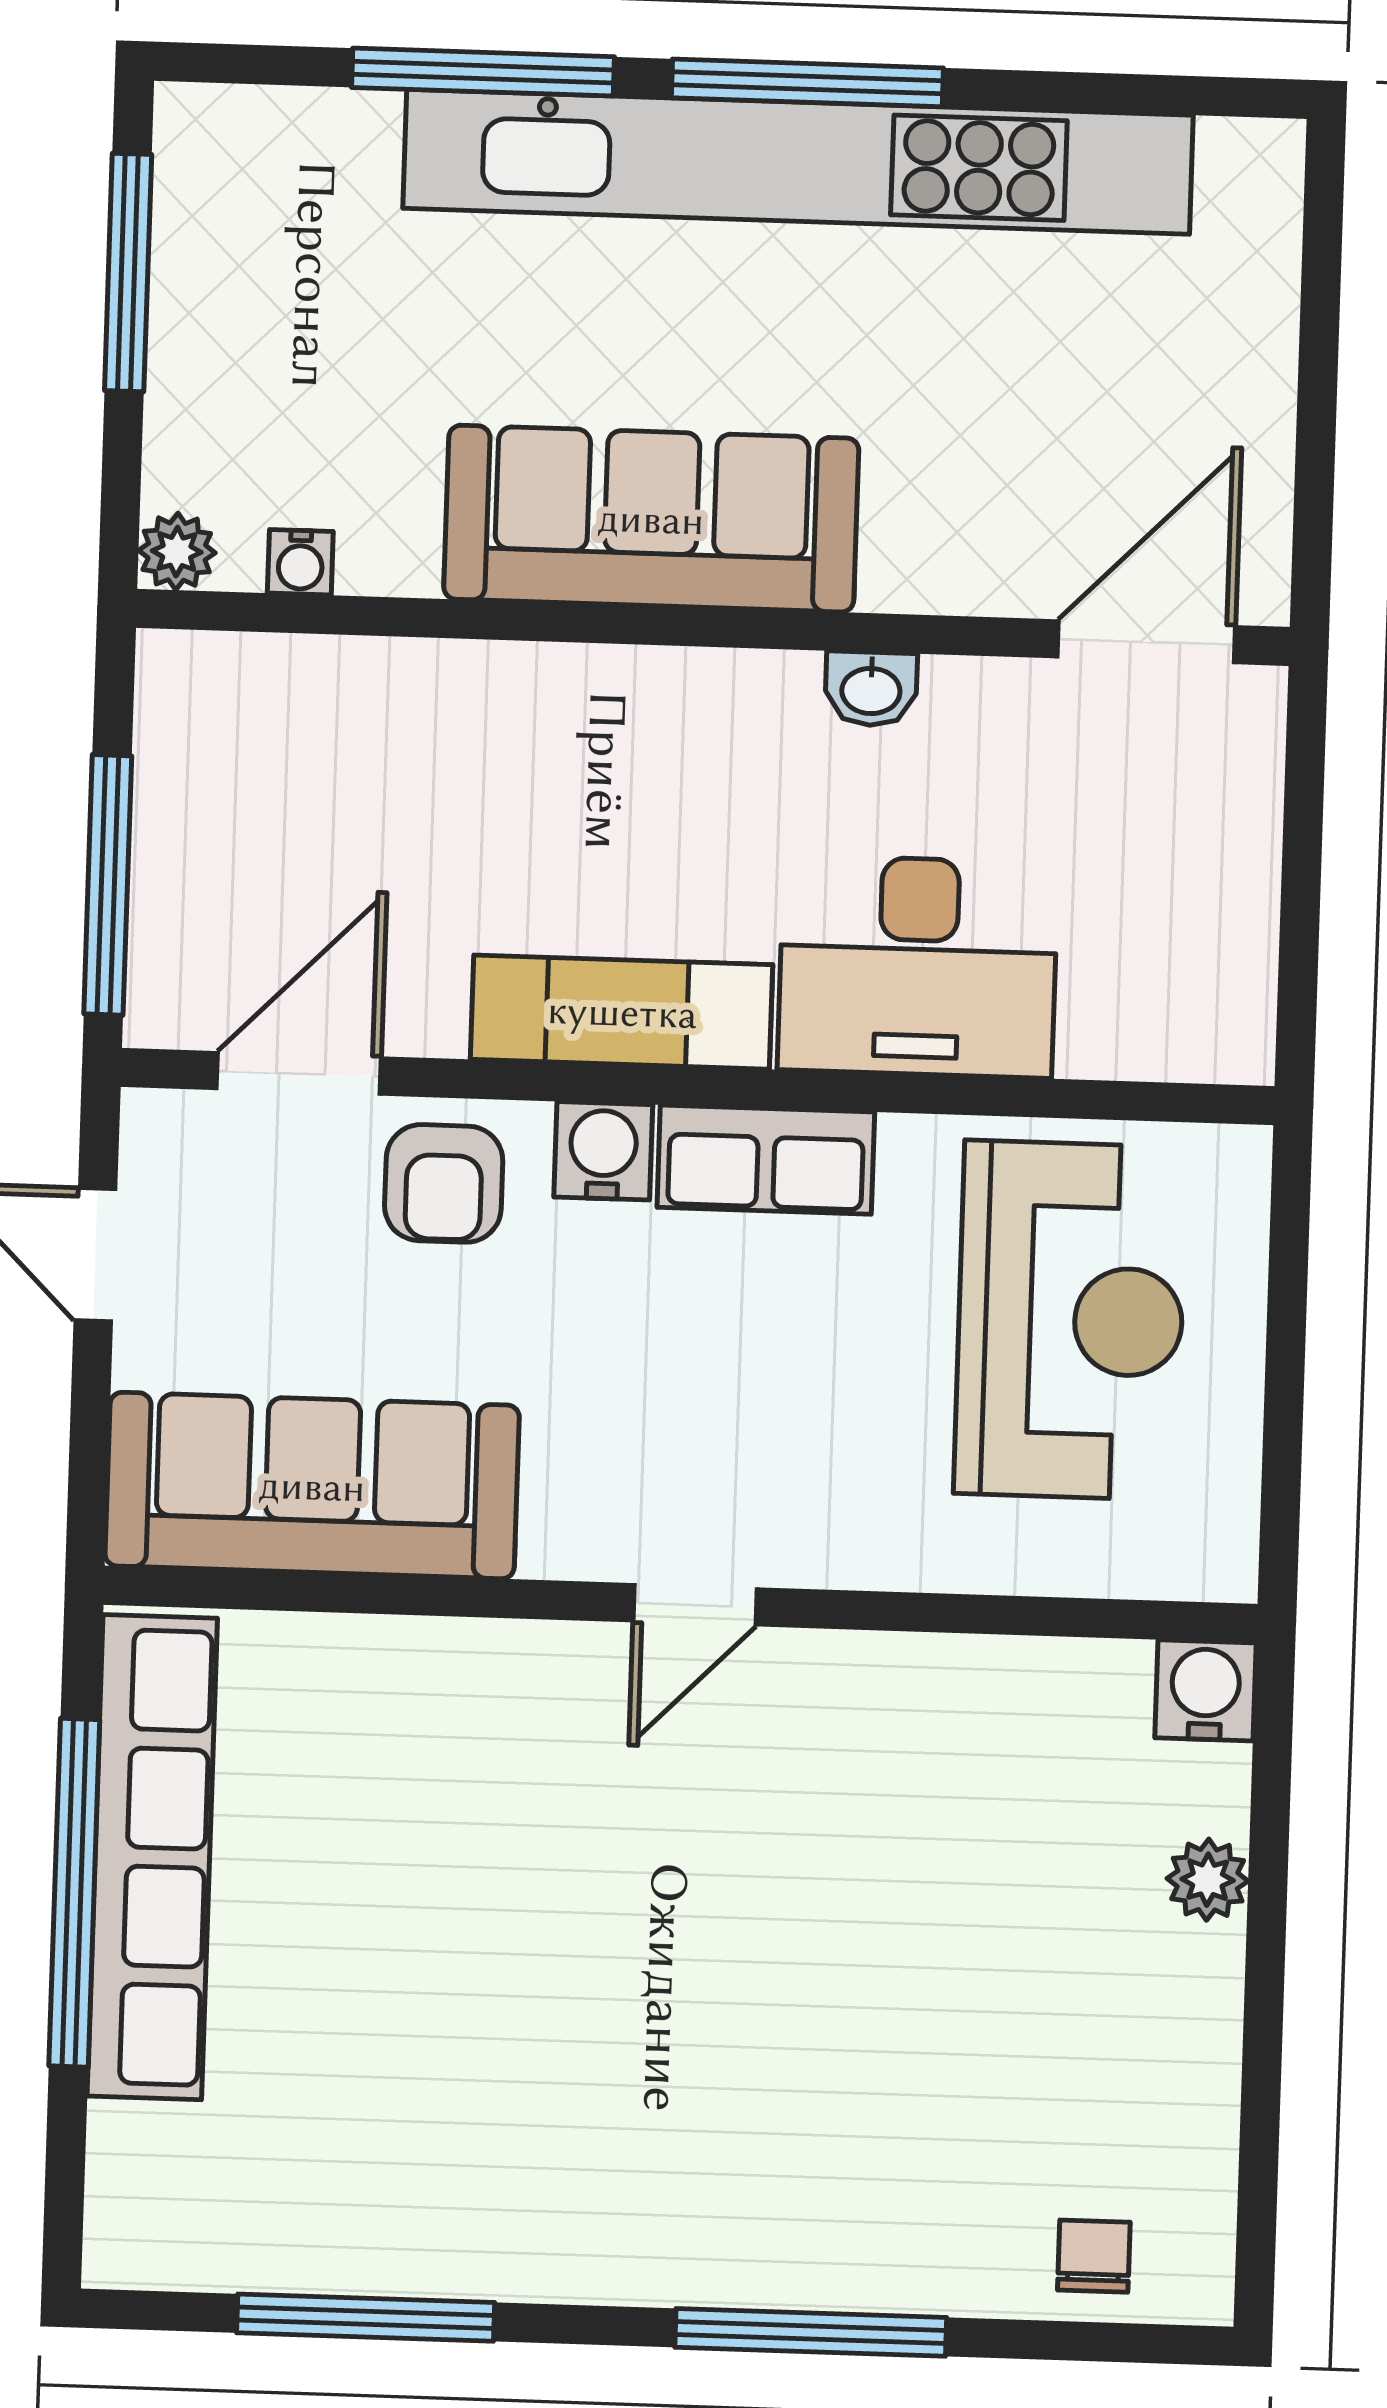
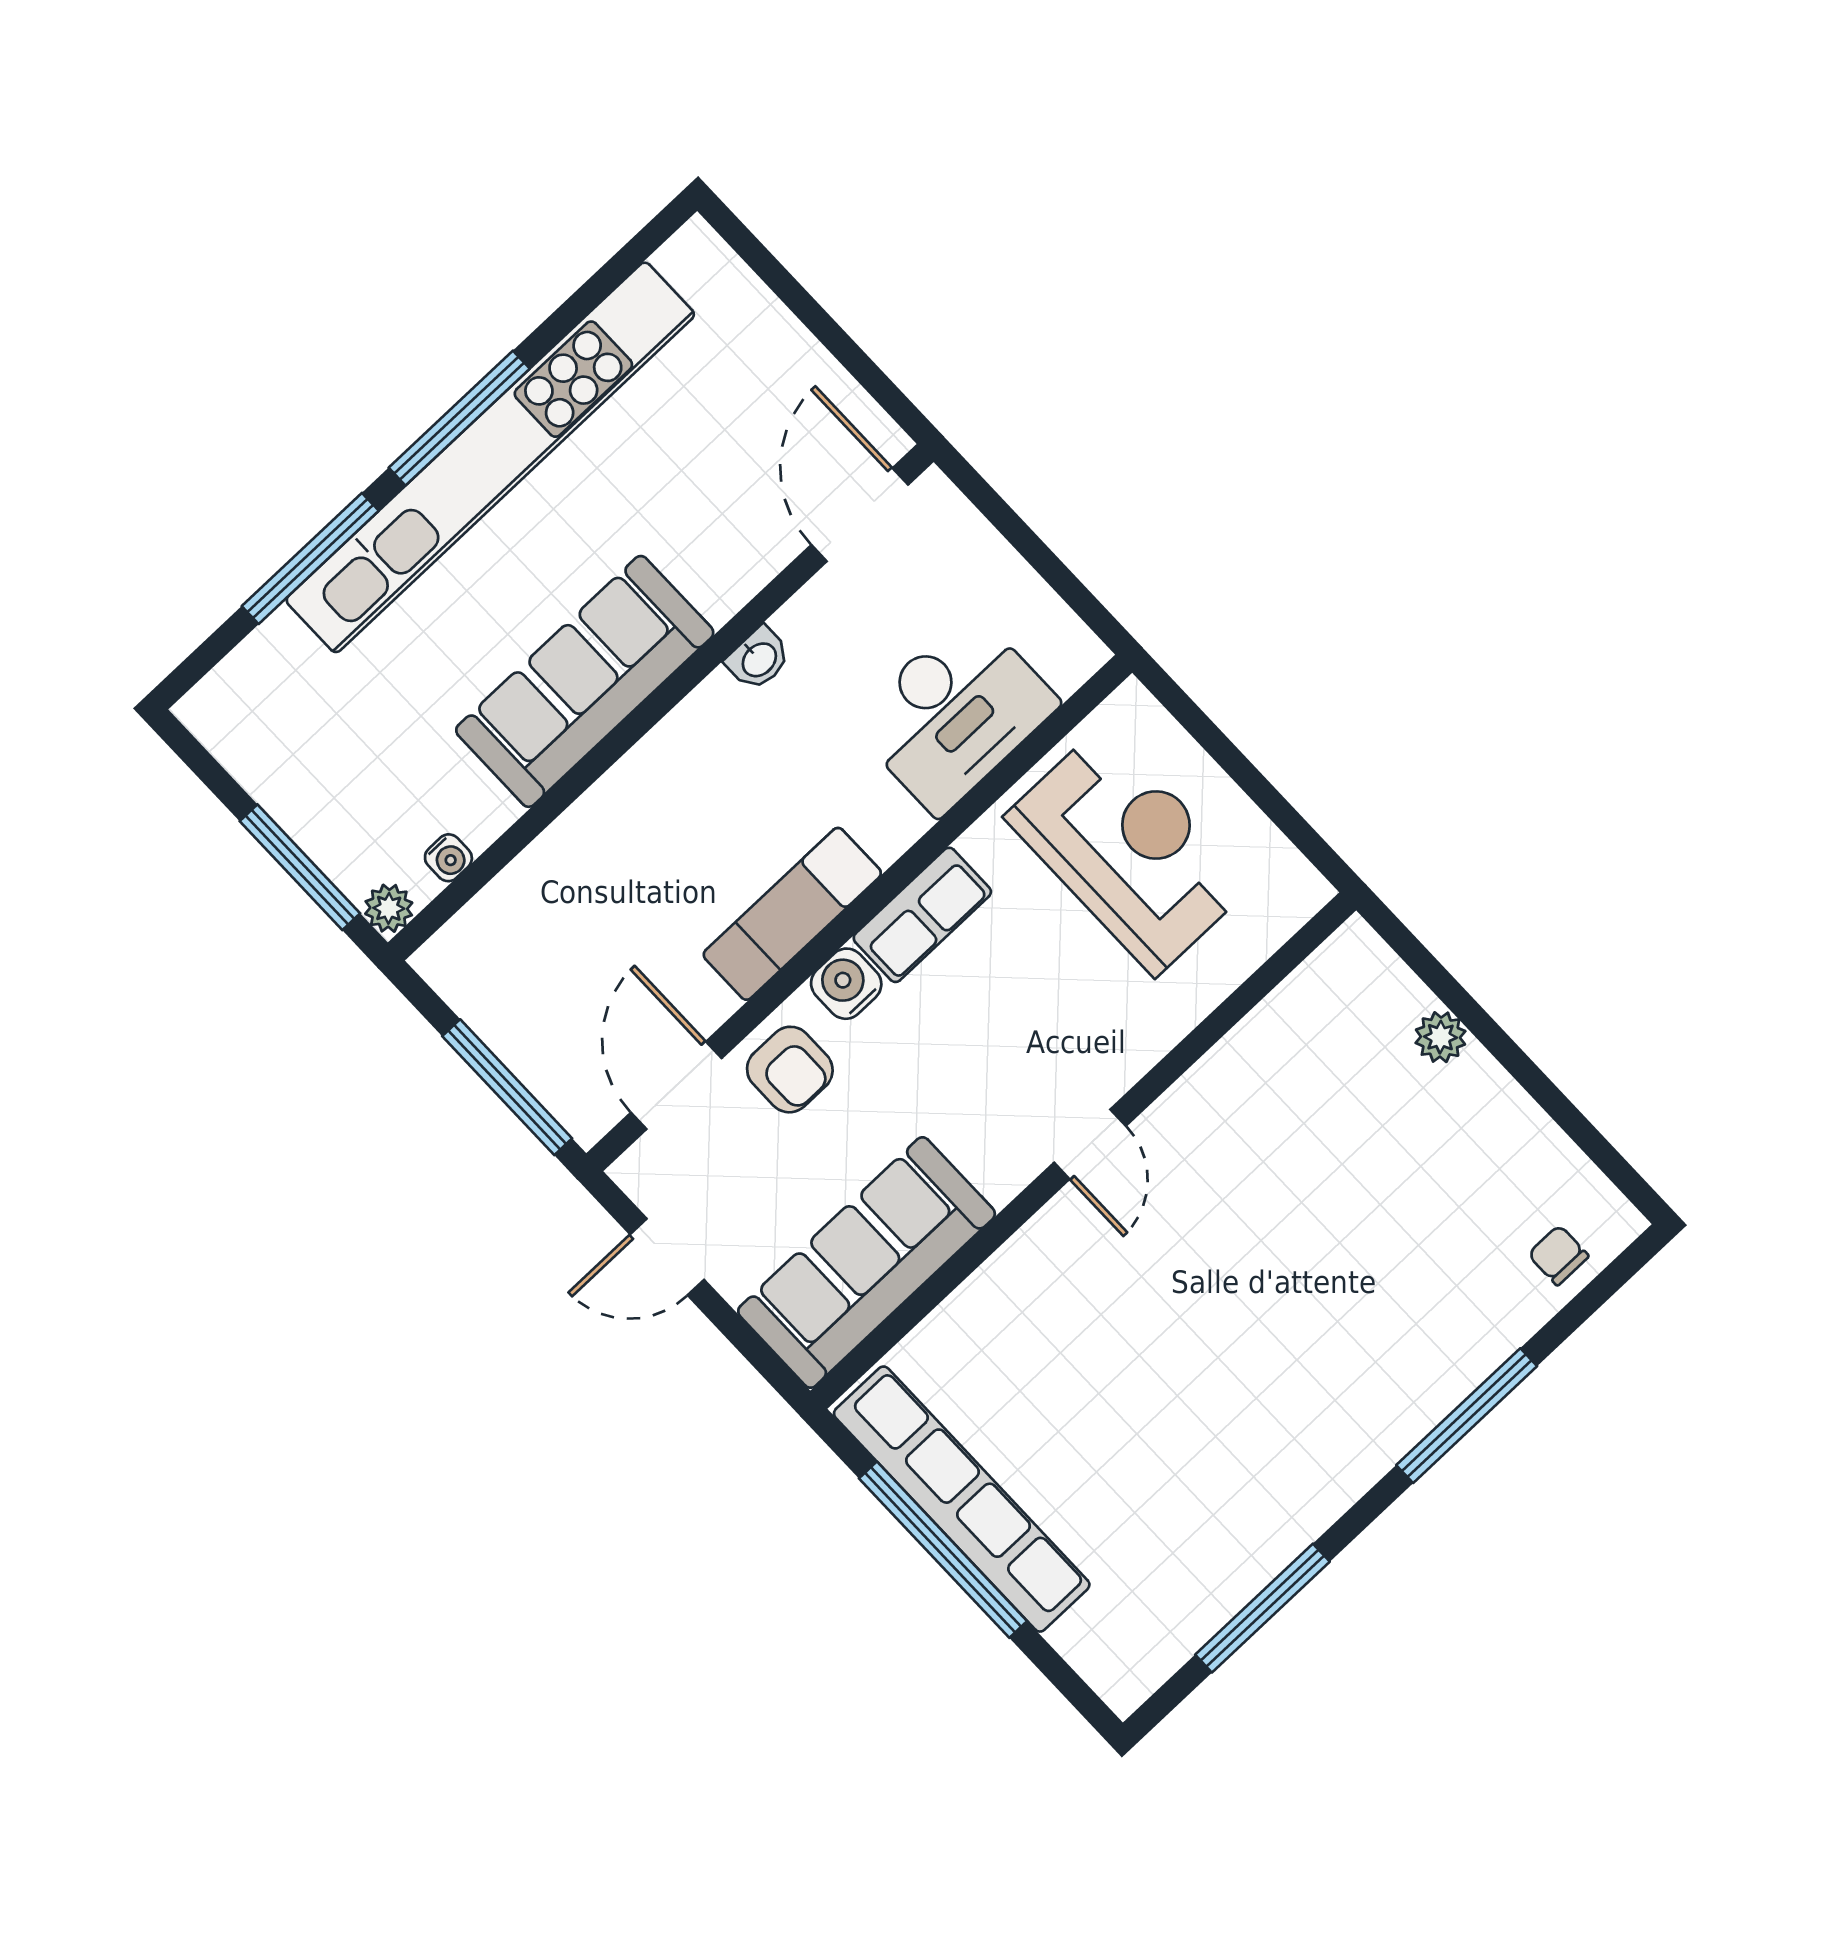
window: (128, 273) -> (300, 867), moved
desk: (918, 966) -> (954, 713), moved
water cooler: (1206, 1690) -> (1355, 954), removed

